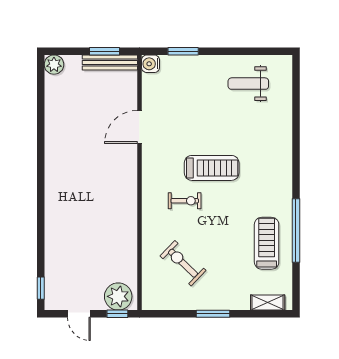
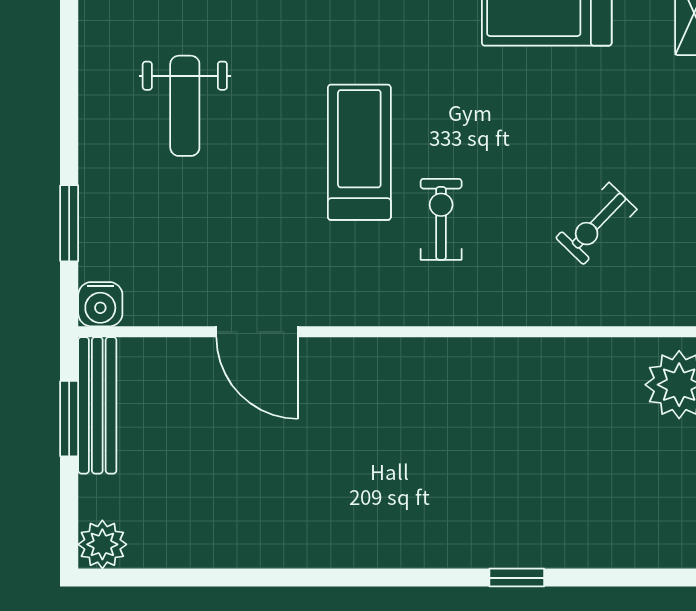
weight bench: (248, 84) -> (185, 106), moved
exercise bike: (183, 263) -> (596, 224), width x0.73, depth x0.72
window: (41, 288) -> (517, 578), moved

